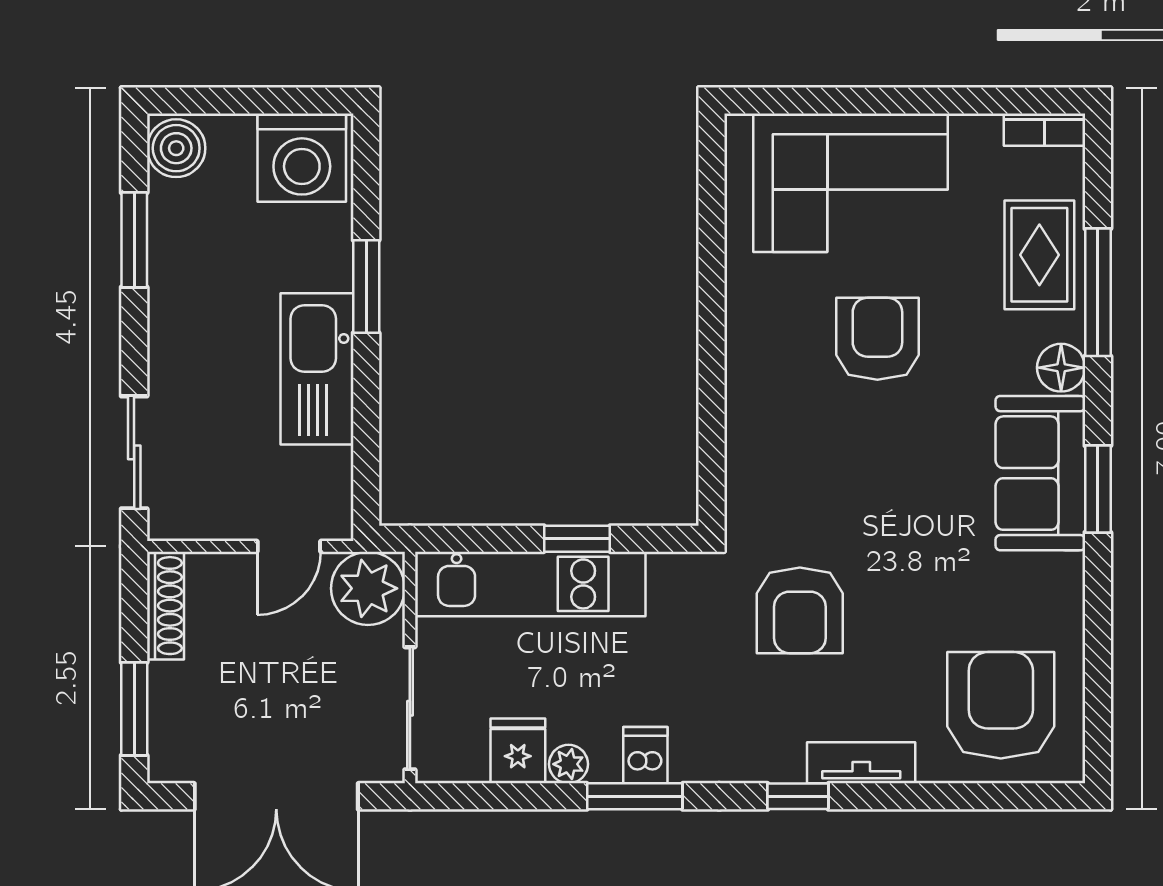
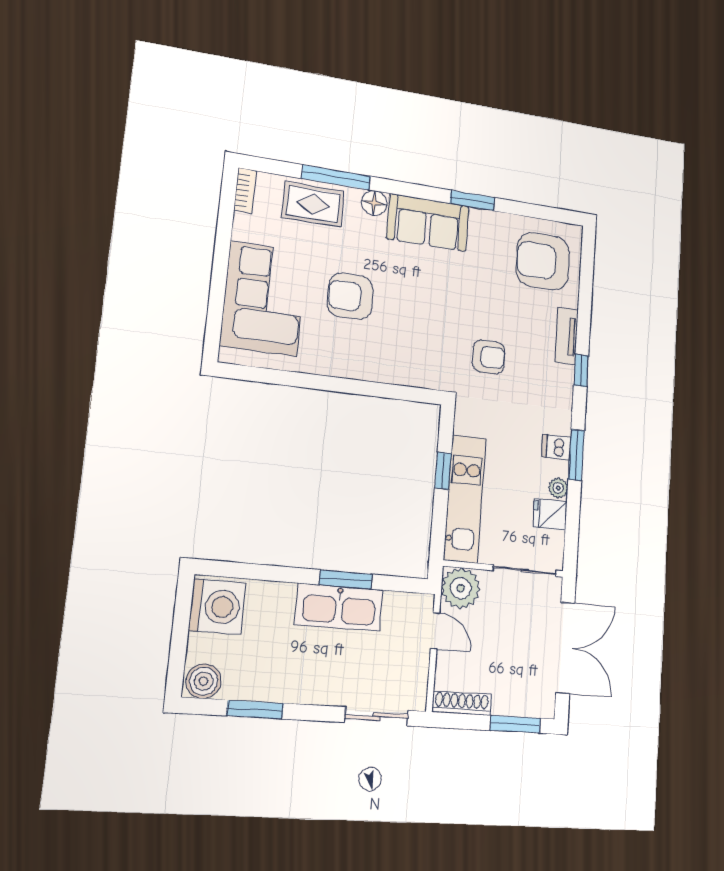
window: (366, 287) -> (346, 579), moved
window: (1098, 489) -> (472, 200), moved
armchair: (800, 610) -> (489, 357), width x0.72, depth x0.72

